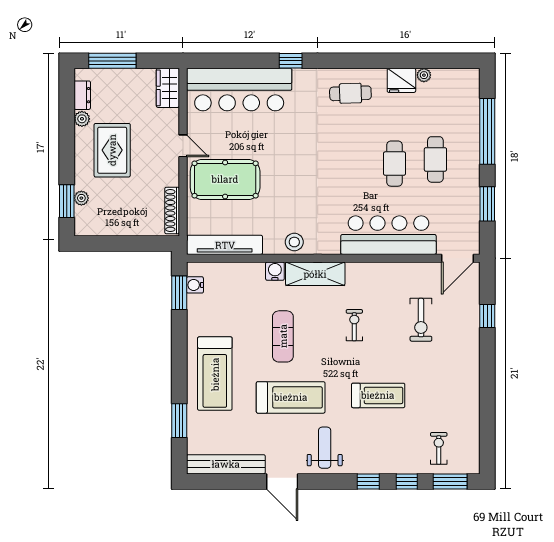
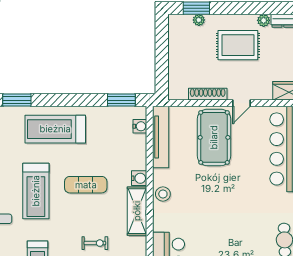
shoe rack: (172, 211) -> (208, 94), moved
water cooler: (195, 285) -> (140, 126), moved, turned 90

